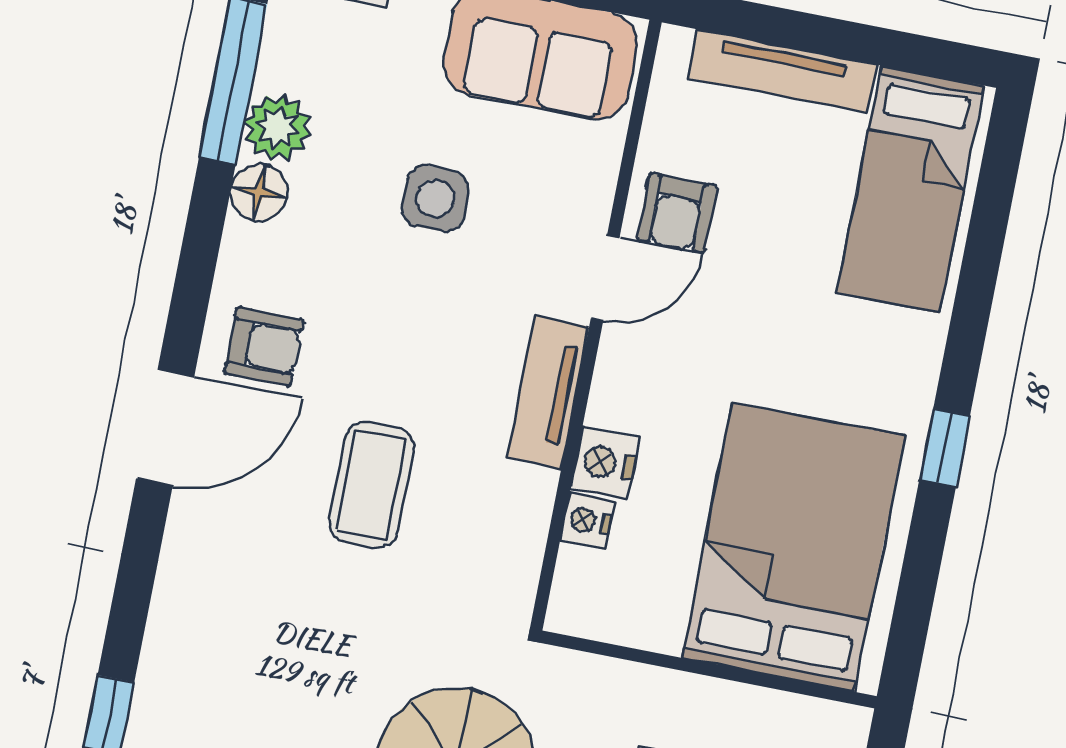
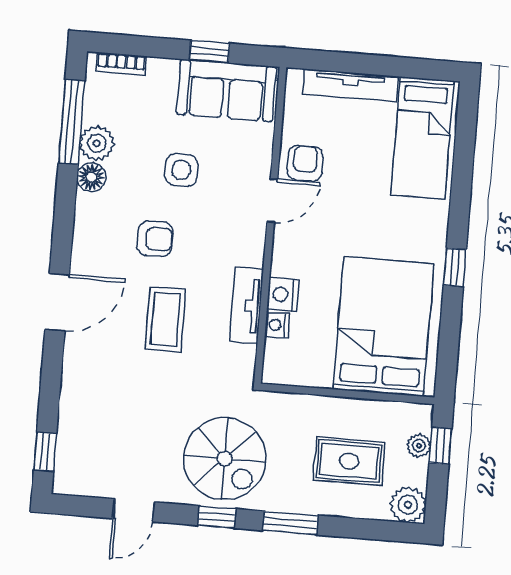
armchair: (677, 213) -> (305, 163), turned 180
armchair: (264, 347) -> (155, 239), moved
tv unit: (548, 392) -> (246, 306), moved

